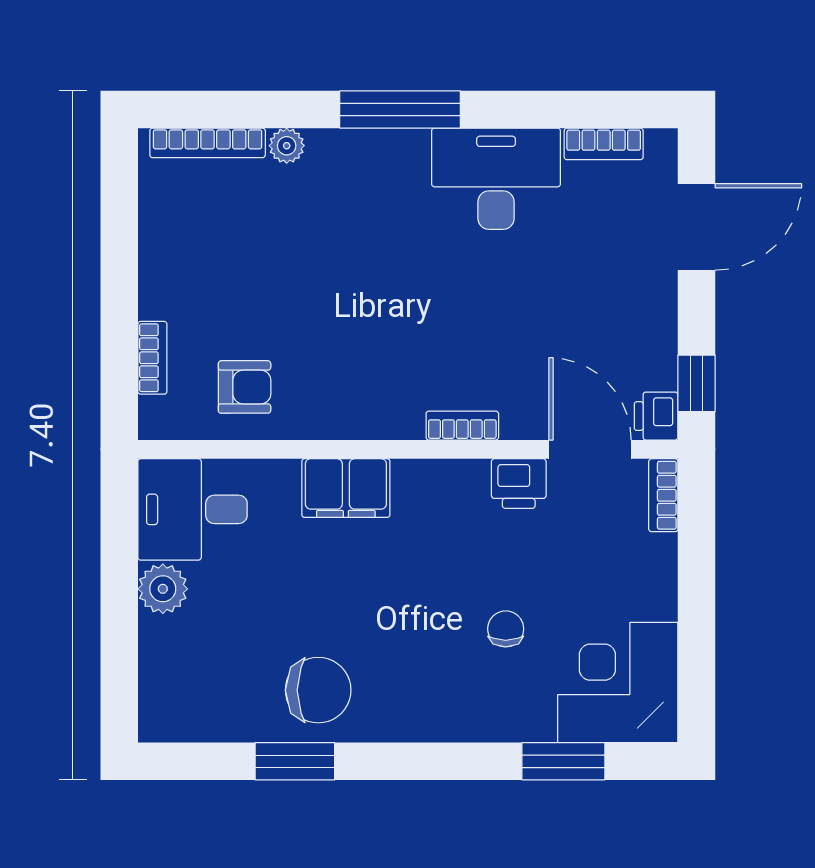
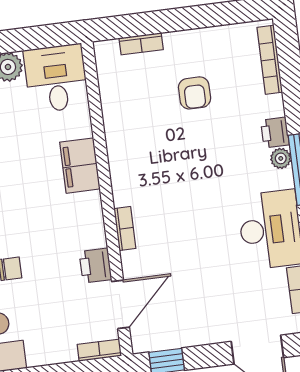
plant: (287, 146) -> (281, 158), moved
armchair: (245, 387) -> (195, 93), moved
printer: (656, 416) -> (275, 132), moved, turned -90

